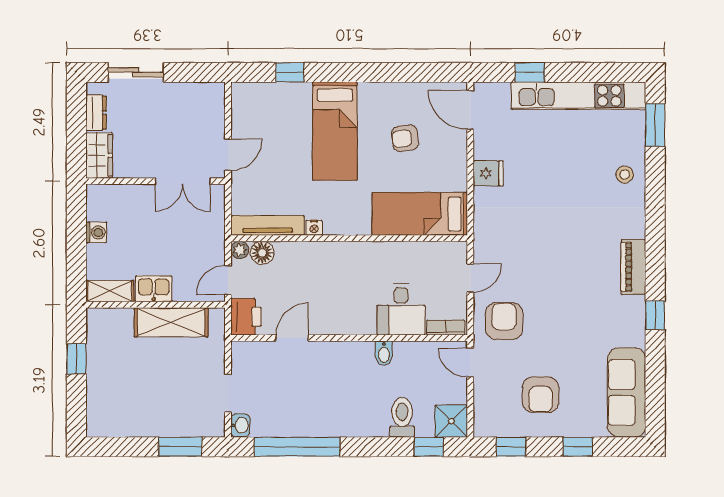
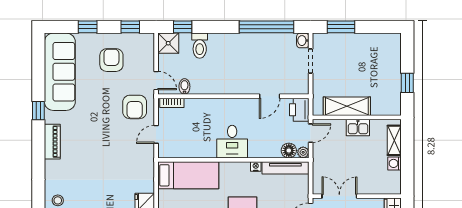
shelving: (110, 291) -> (394, 140), moved, turned 90
desk: (401, 309) -> (232, 142), moved, turned 180
bidet: (384, 353) -> (184, 87), moved
sofa: (627, 392) -> (60, 72), width x1.36, depth x1.27

